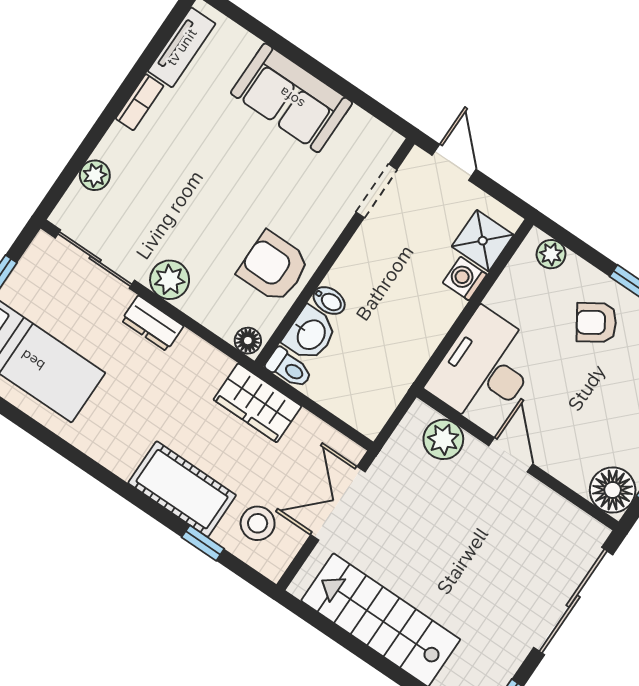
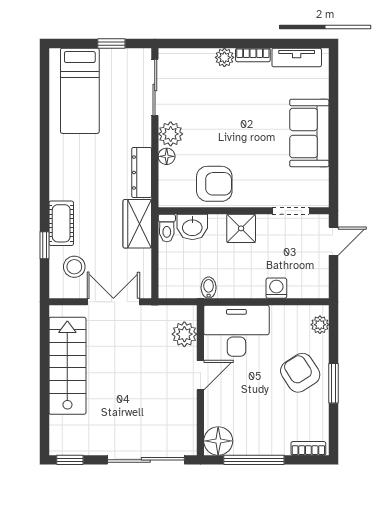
plant: (95, 175) -> (224, 57), moved
shower: (483, 241) -> (241, 228), moved
armchair: (274, 267) -> (214, 184), turned 90
bidet: (329, 301) -> (209, 288), moved, turned 180
armchair: (596, 322) -> (300, 373), width x1.38, depth x1.38
dresser: (152, 323) -> (142, 172), moved, width x1.44
floor lamp: (248, 341) -> (167, 156), moved
cot: (182, 489) -> (61, 223), width x0.73, depth x0.75

